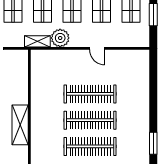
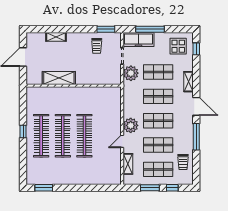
plant: (14, 38) -> (131, 73), added
plant: (60, 38) -> (131, 125), moved
shelving: (37, 41) -> (128, 164), moved

